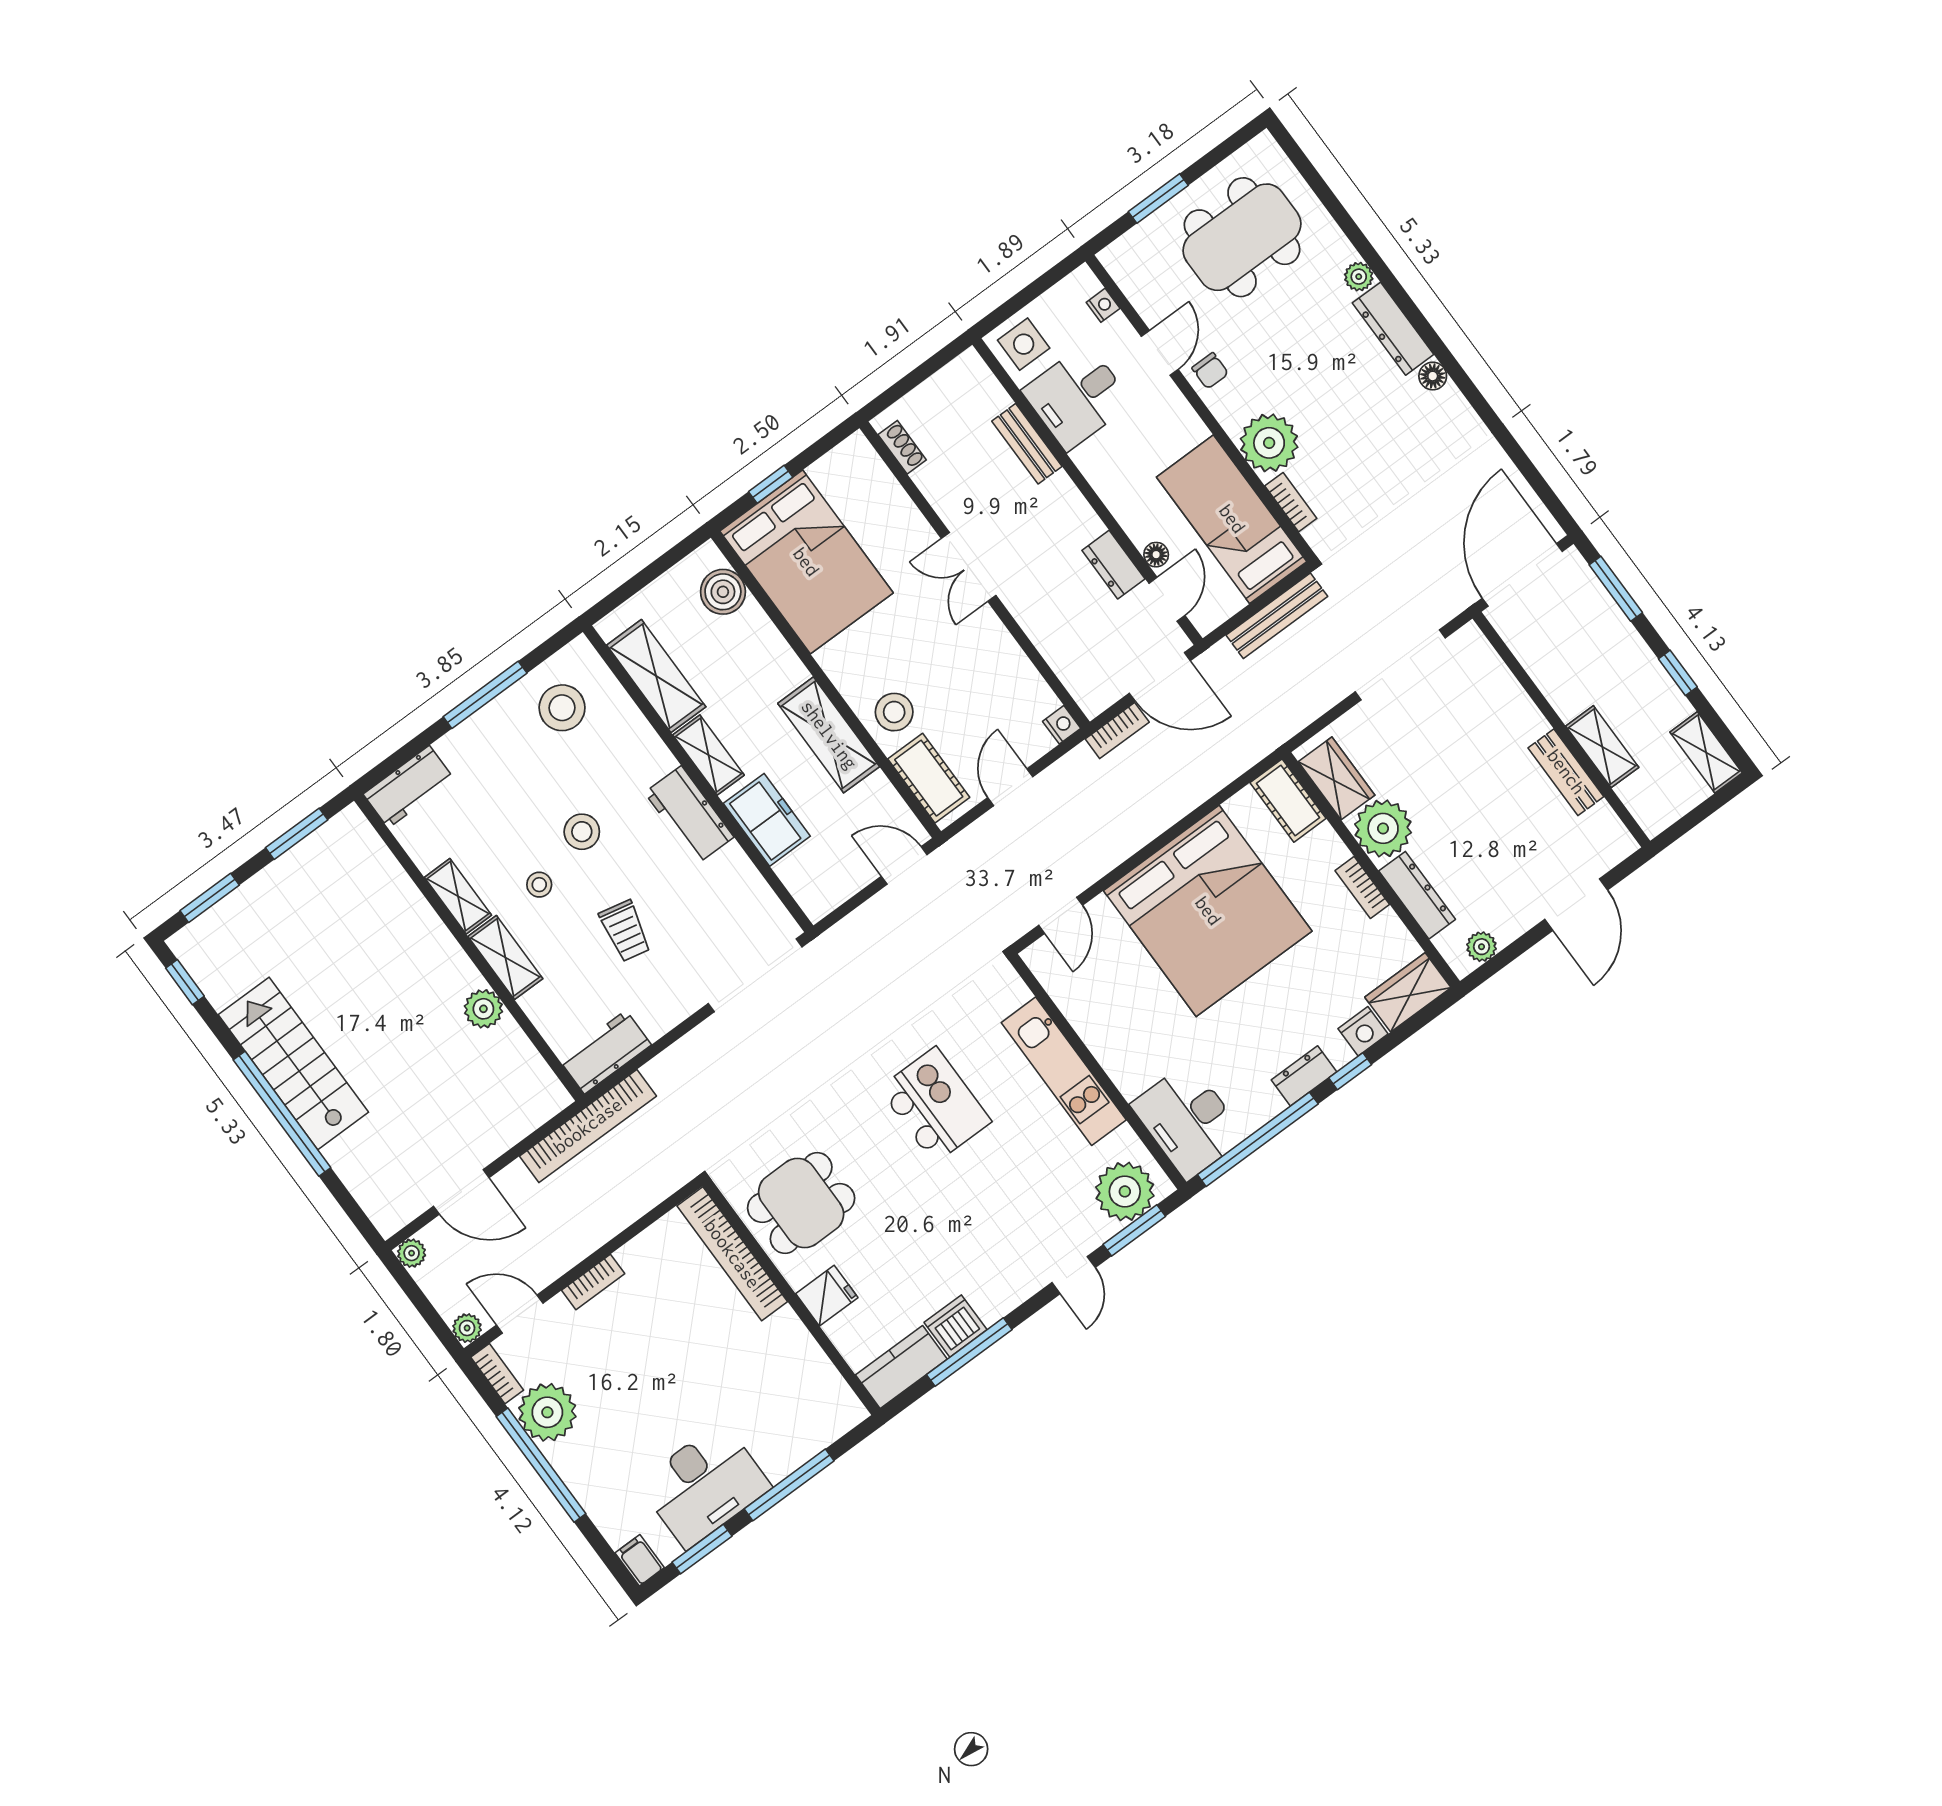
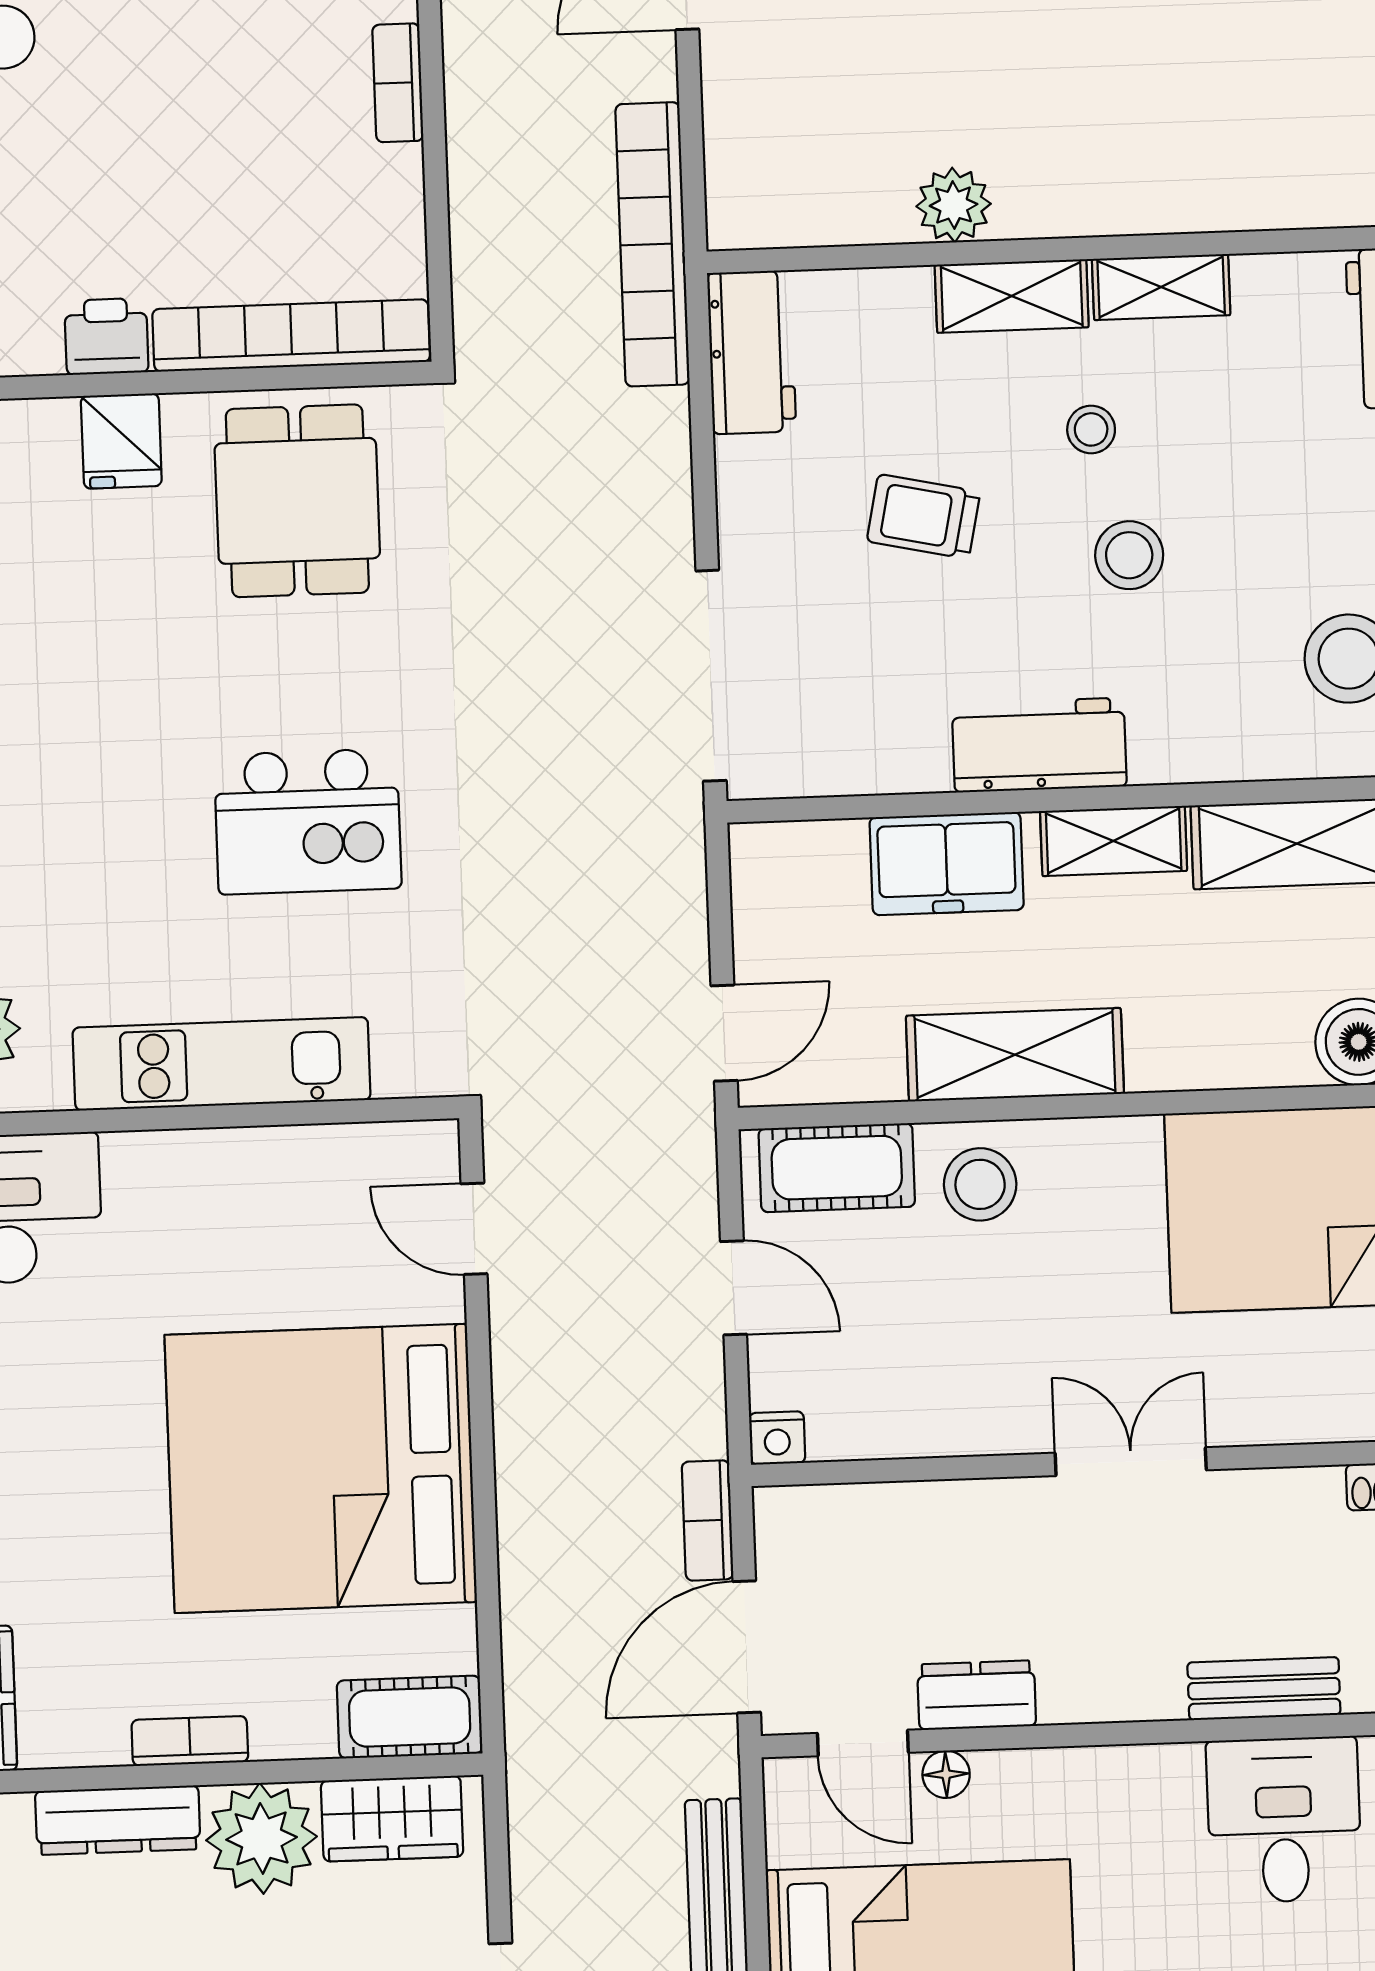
printer: (786, 1332) -> (106, 336), added

